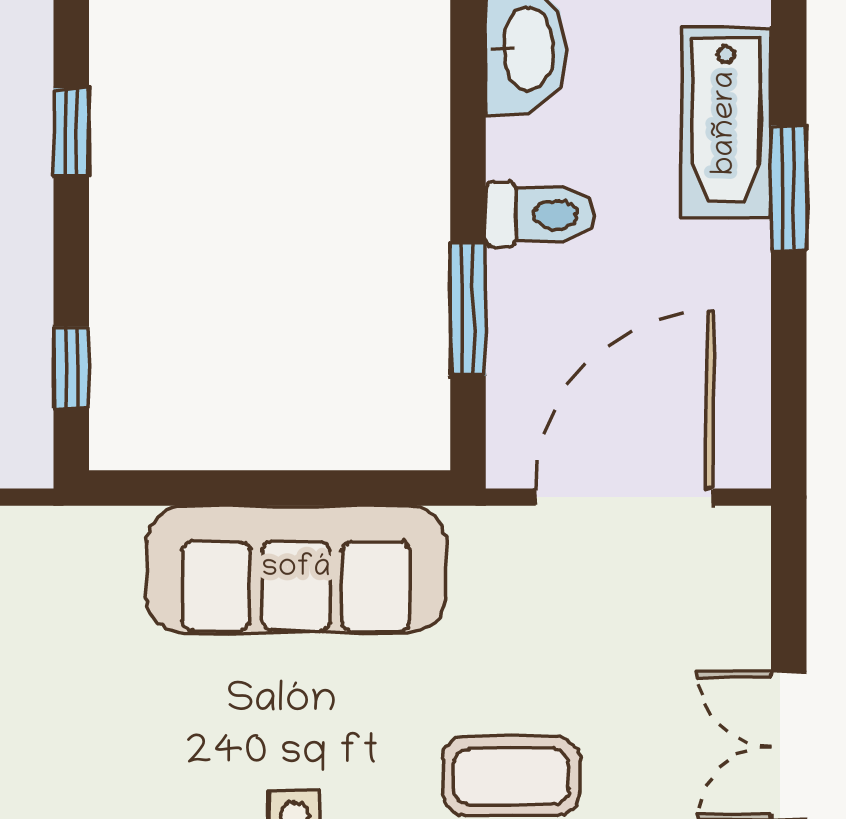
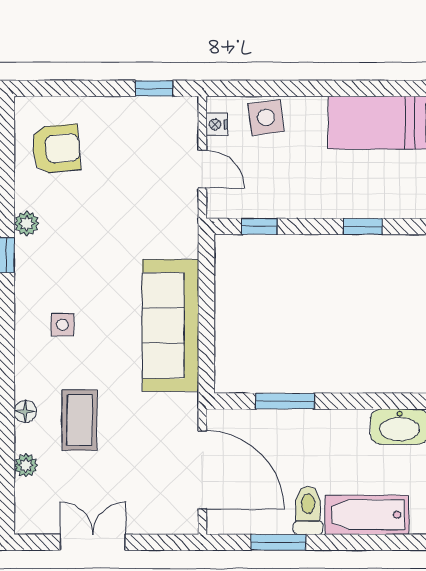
window: (789, 188) -> (279, 542), moved
toilet: (540, 215) -> (308, 510), moved, turned 180

